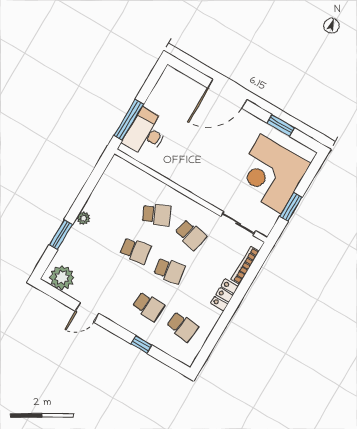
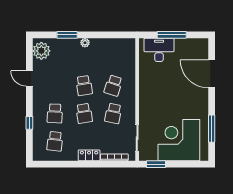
door: (227, 94) -> (212, 74), moved
window: (129, 120) -> (172, 35), moved
window: (281, 125) -> (212, 129), width x1.44
window: (291, 207) -> (156, 164), moved
school desk: (156, 215) -> (113, 86), turned 42

